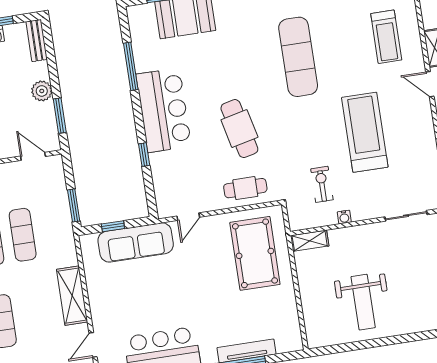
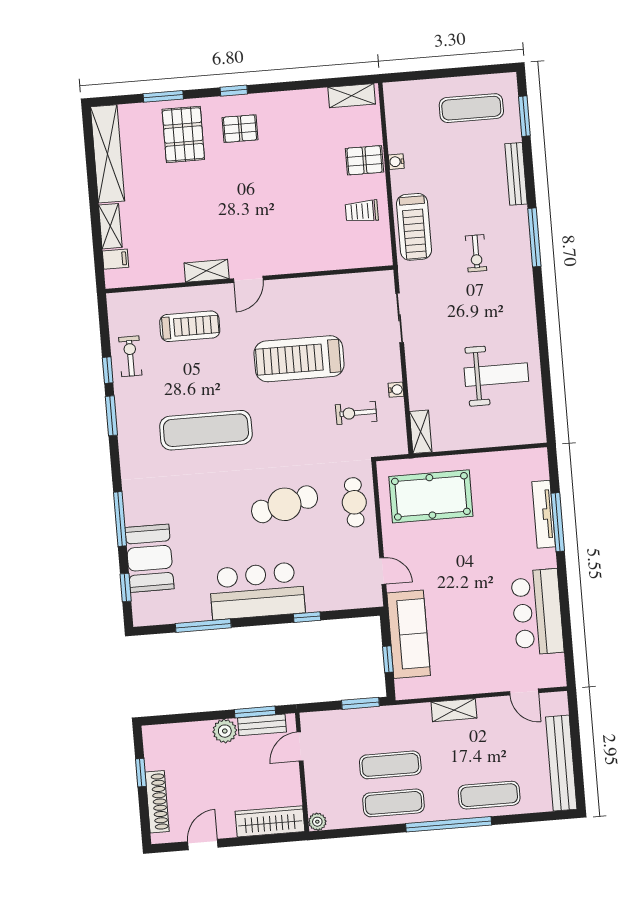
bench: (37, 41) -> (262, 725), moved
shelving: (72, 296) -> (454, 710), width x0.67, depth x0.75

